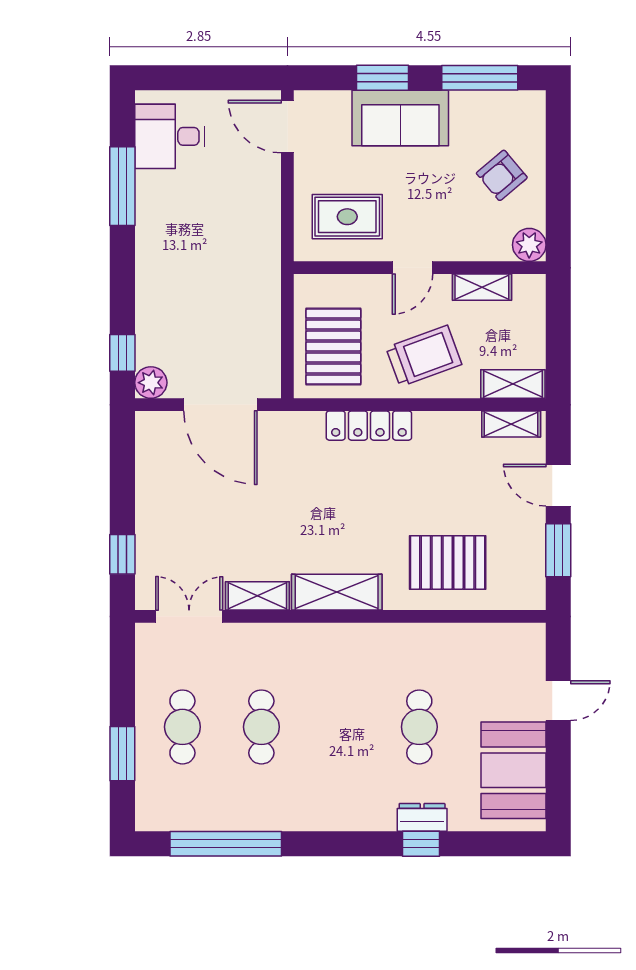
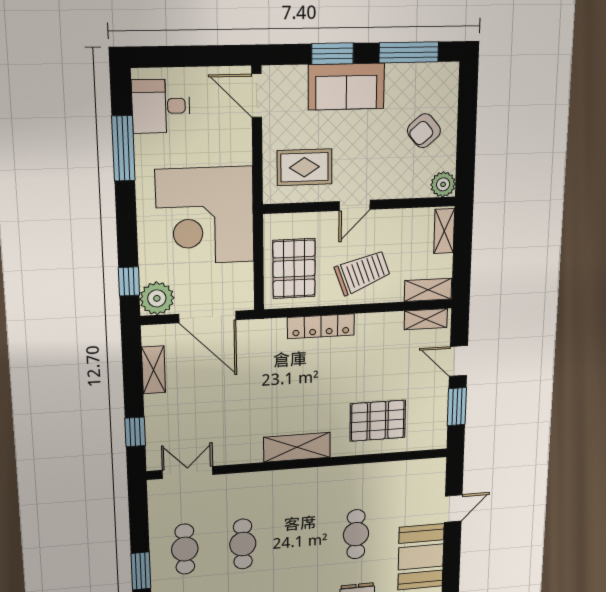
corner desk: (220, 273) -> (205, 216), added
shelving: (482, 287) -> (444, 231), moved, turned 90
plant: (151, 383) -> (157, 298), width x1.36, depth x1.36
shelving: (257, 596) -> (154, 370), moved, turned 90

